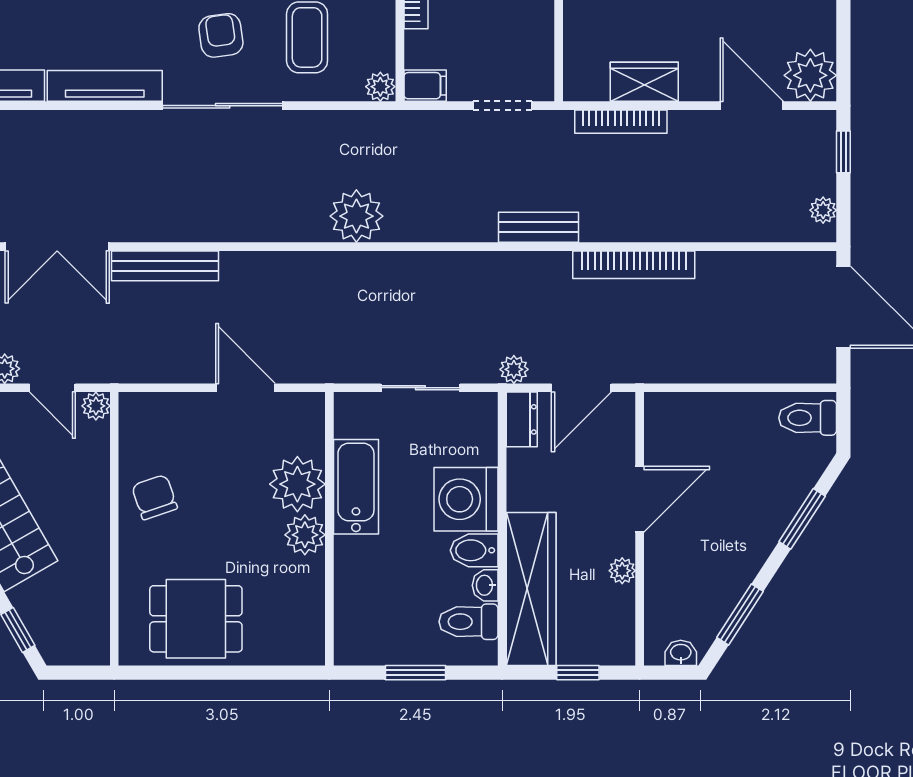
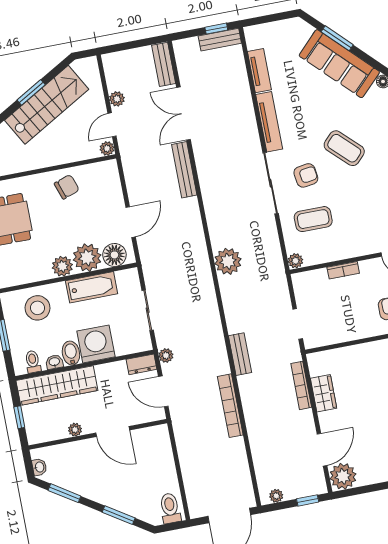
filing cabinet: (425, 86) -> (300, 283), removed
floor lamp: (302, 431) -> (114, 255), added
stool: (375, 598) -> (37, 308), added
toilet: (468, 622) -> (33, 362), width x0.73, depth x0.72

